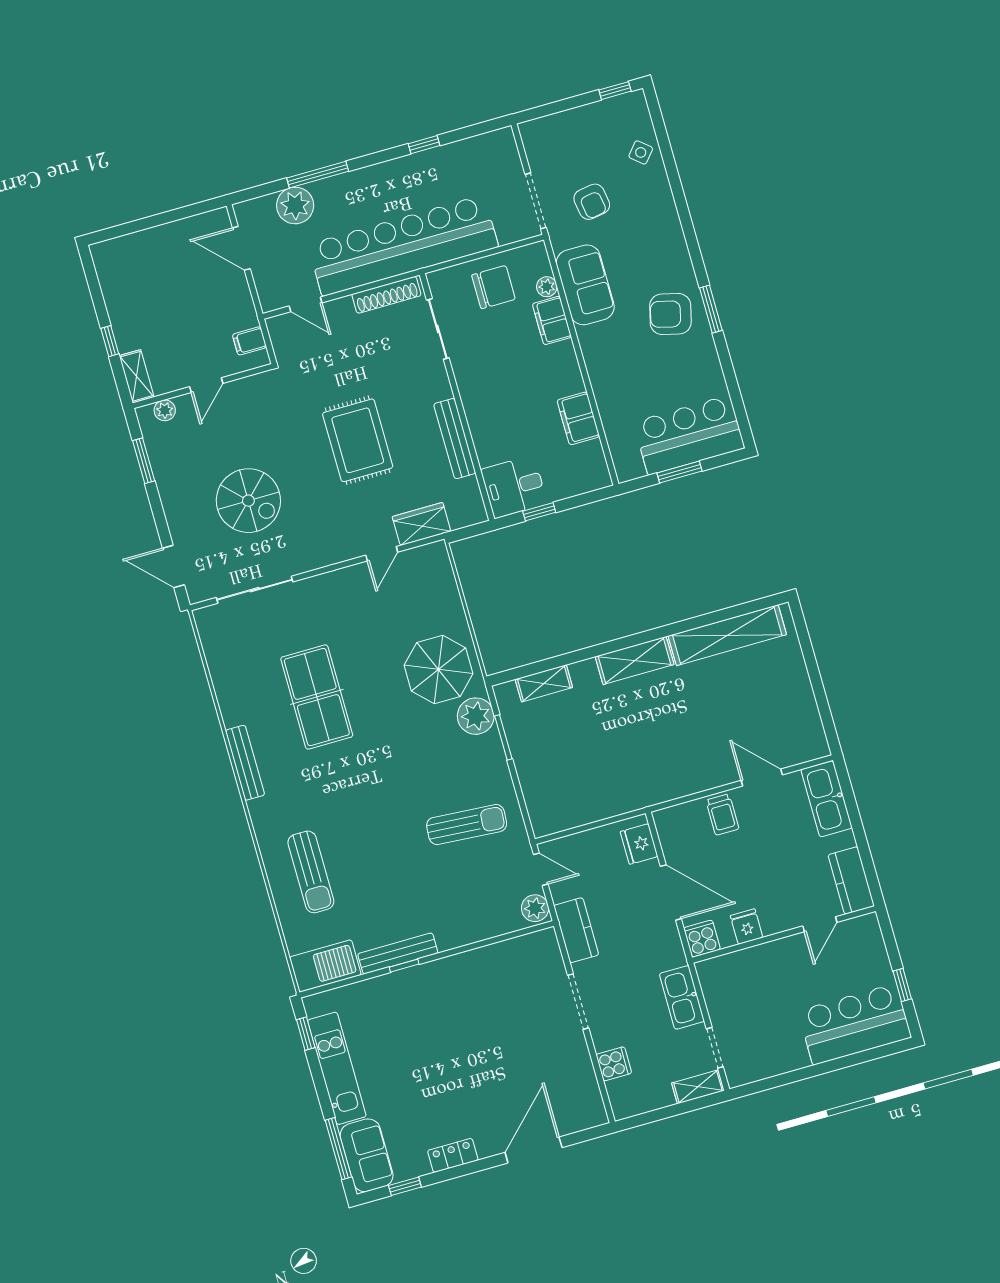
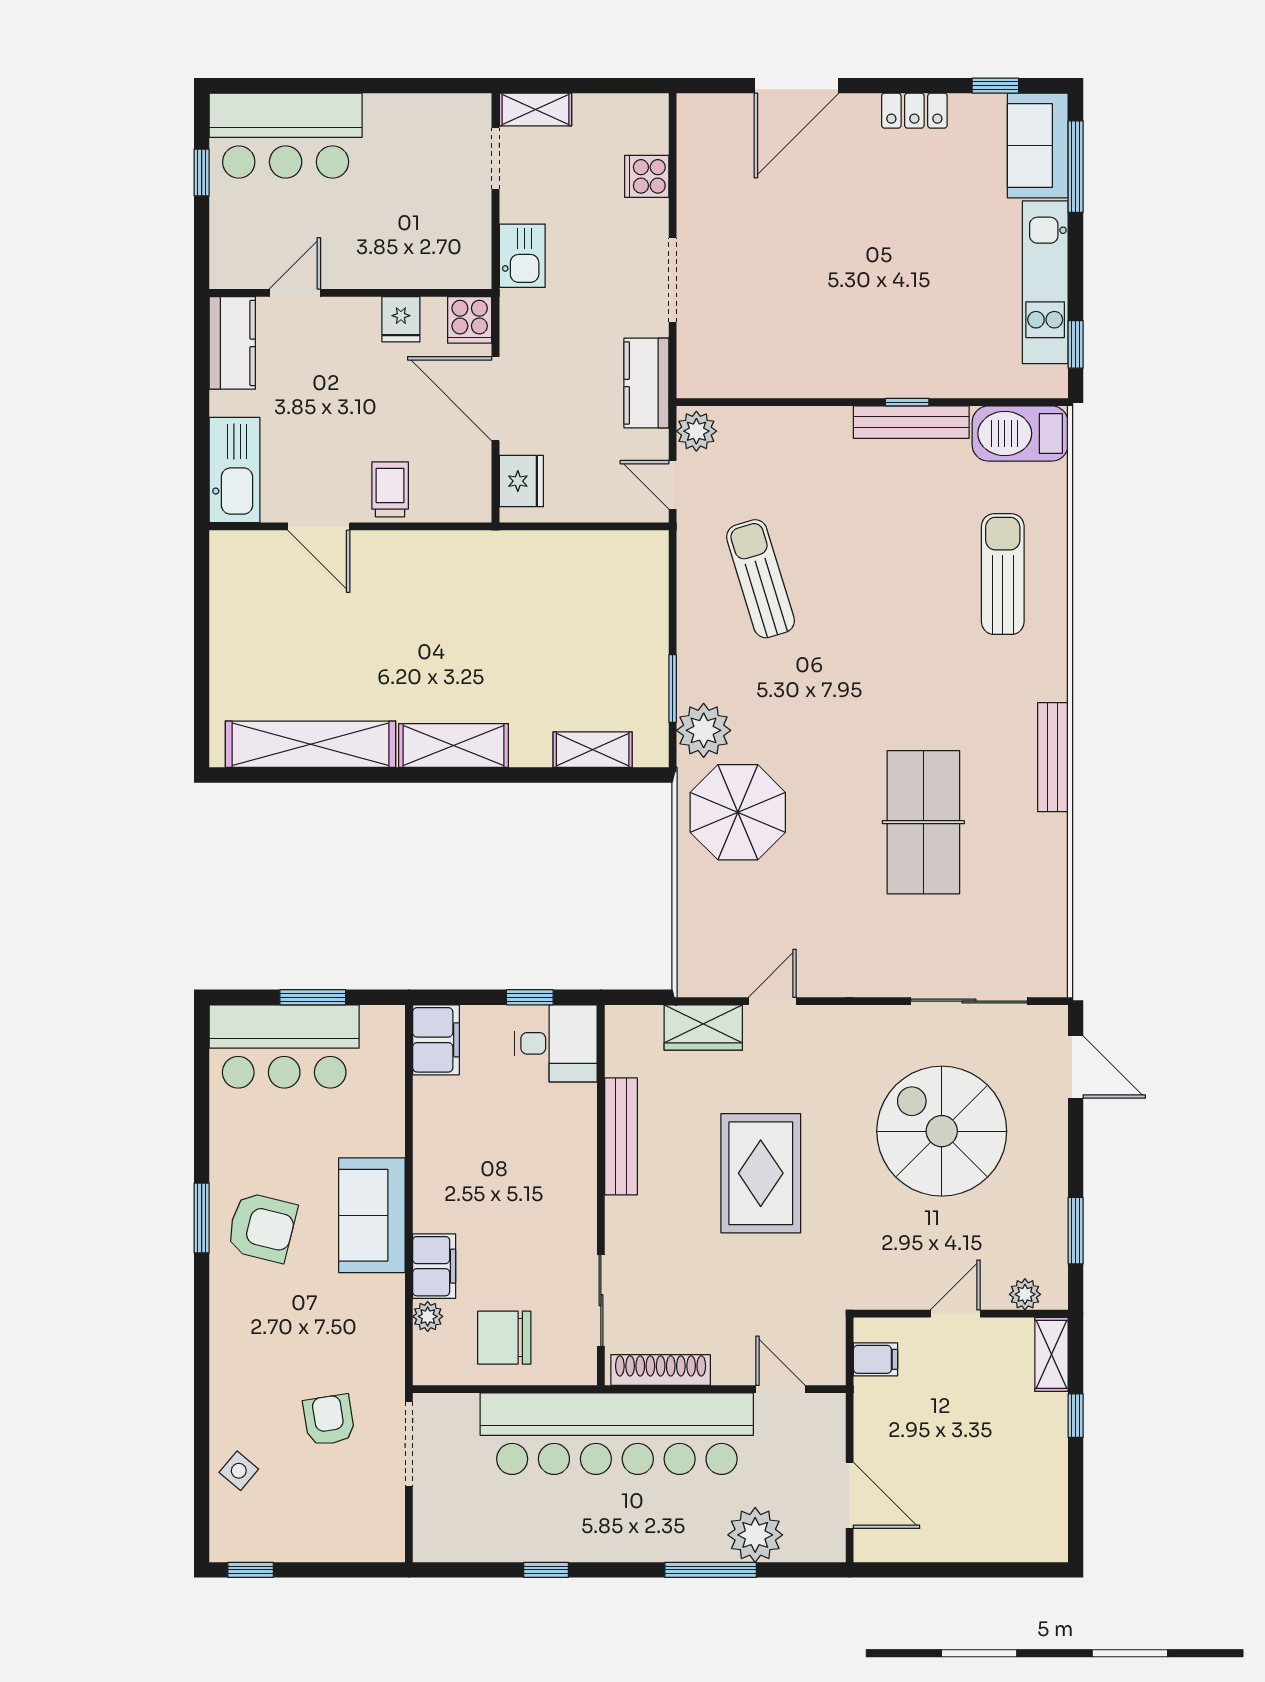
sofa: (585, 285) -> (372, 1215), moved
filing cabinet: (578, 418) -> (436, 1040), moved
spiral stairs: (248, 501) -> (942, 1131), width x1.37, depth x1.37
sun lounger: (467, 825) -> (760, 579), turned 69
kitchen sink: (682, 997) -> (522, 256), width x0.73

